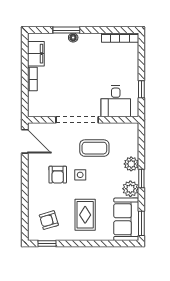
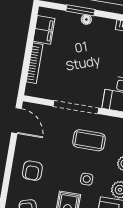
bookcase: (32, 79) -> (34, 63), width x1.56
armchair: (58, 175) -> (32, 171), moved
side table: (80, 175) -> (87, 179), moved

